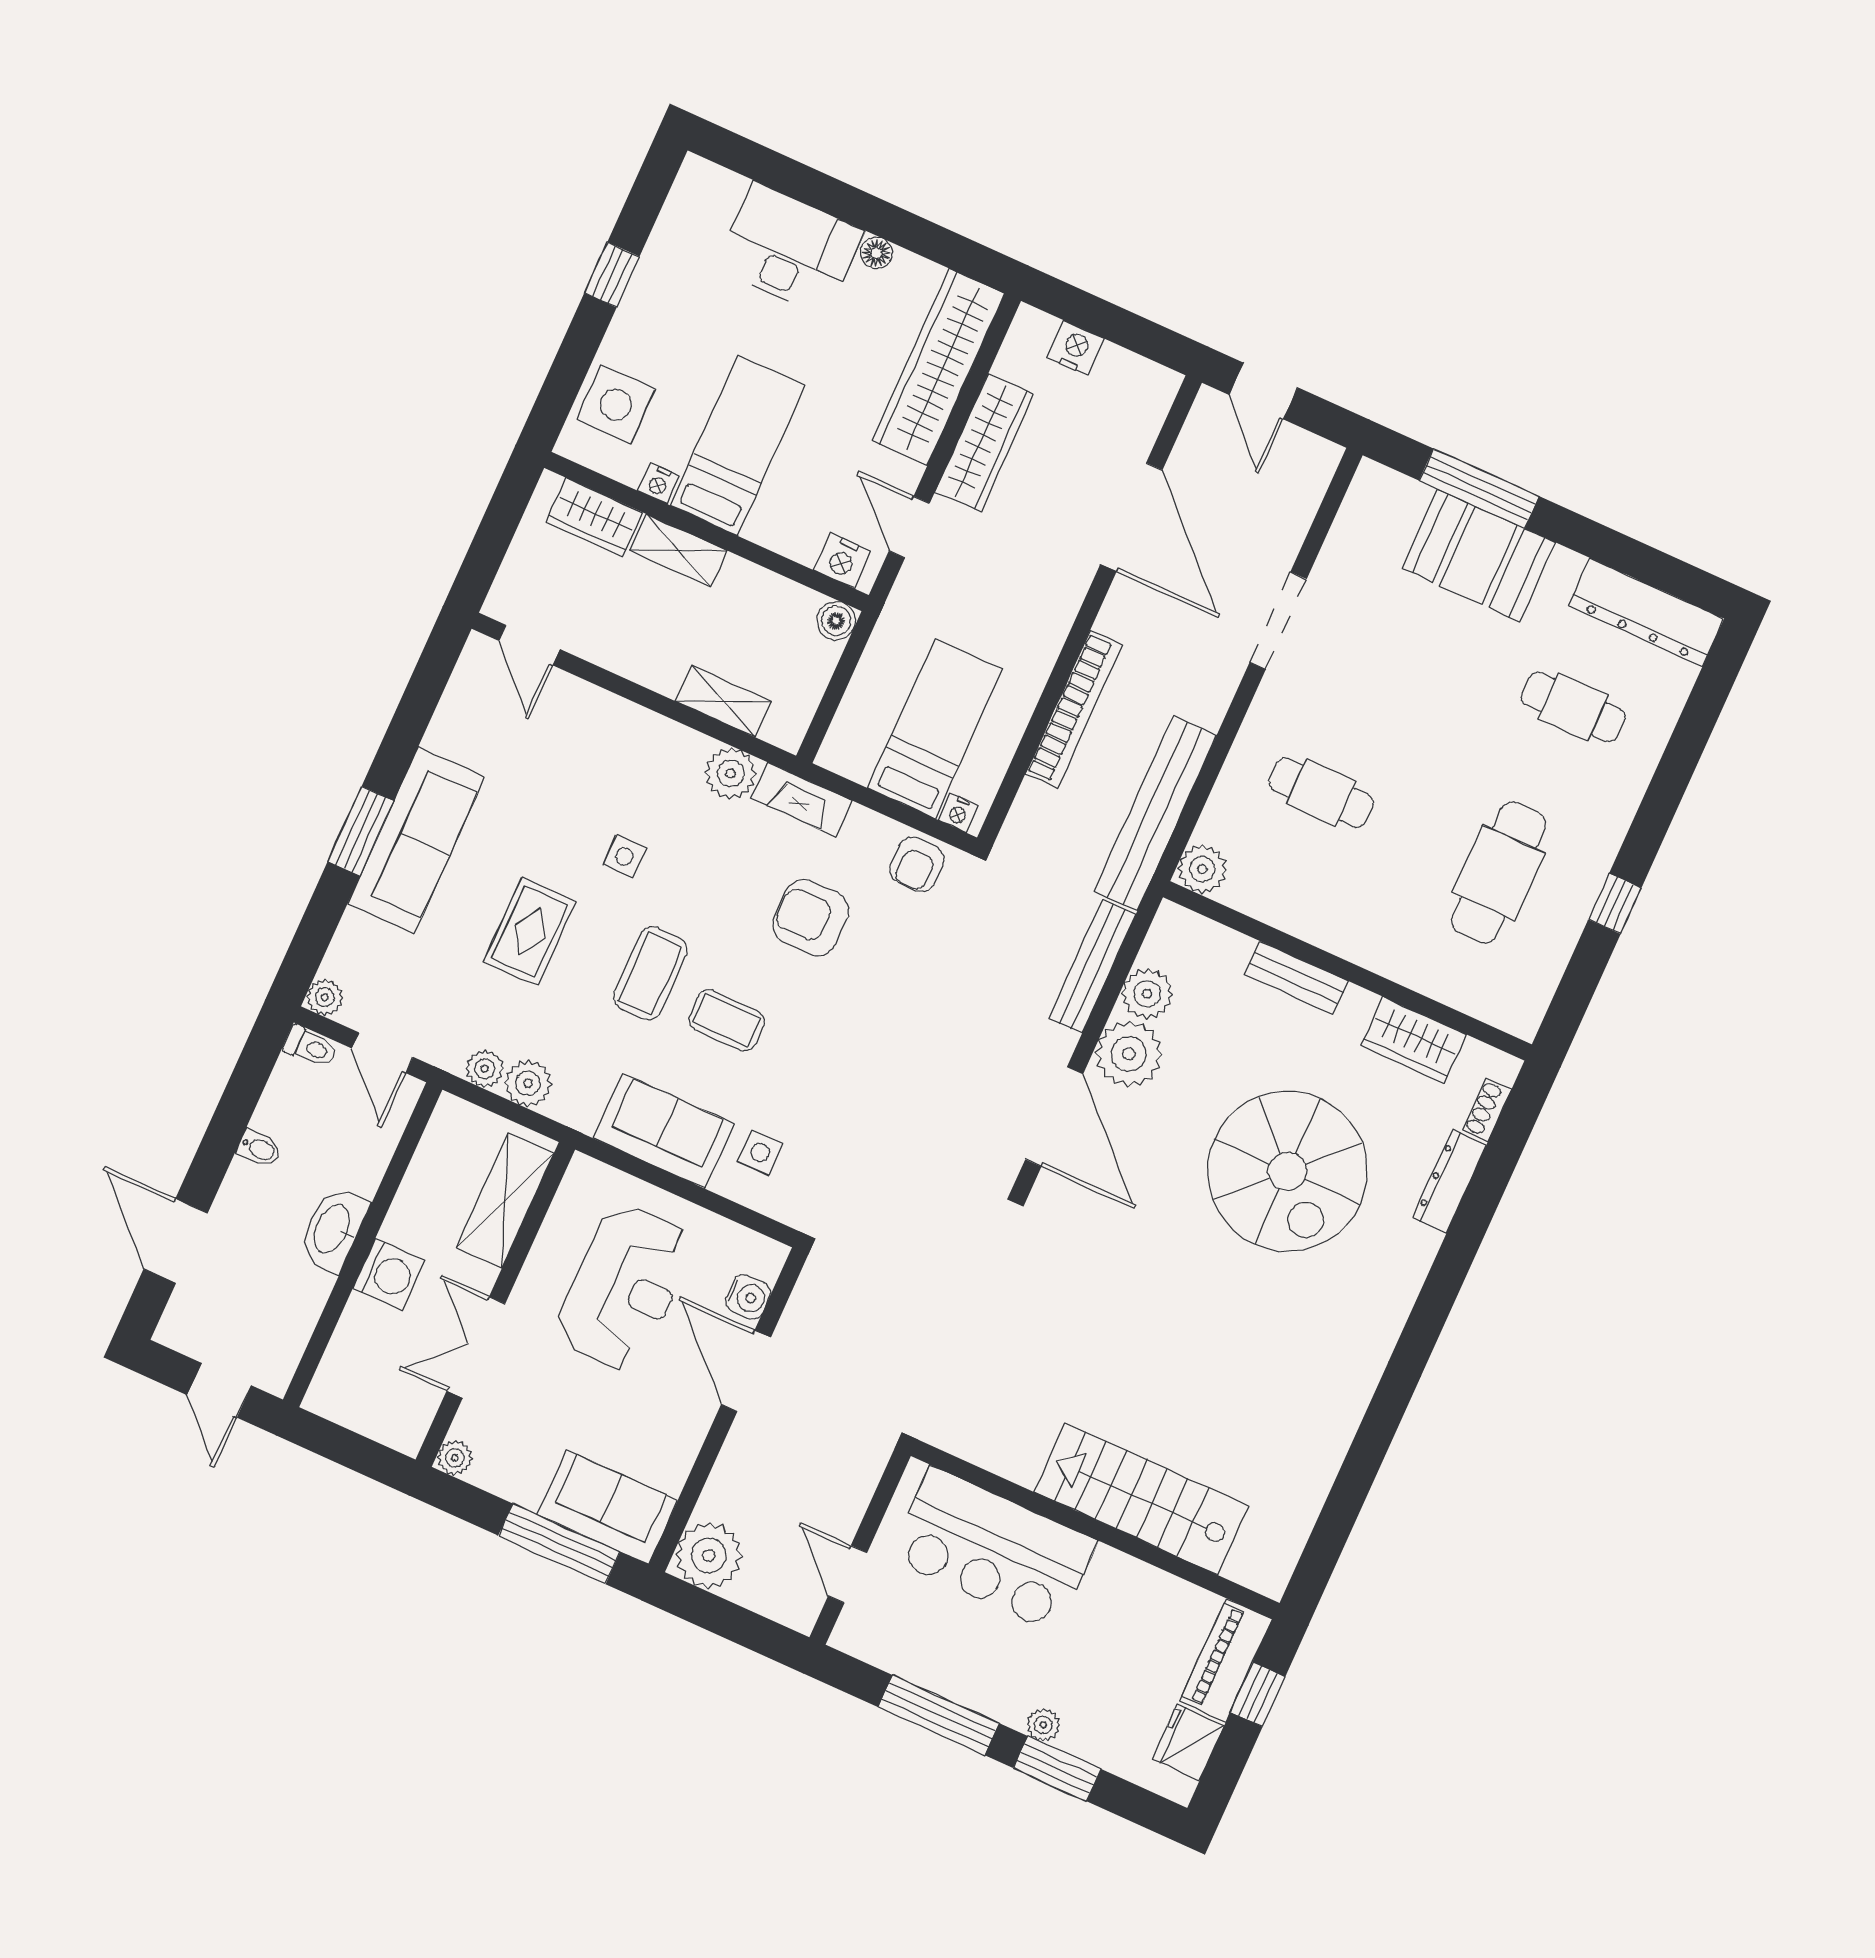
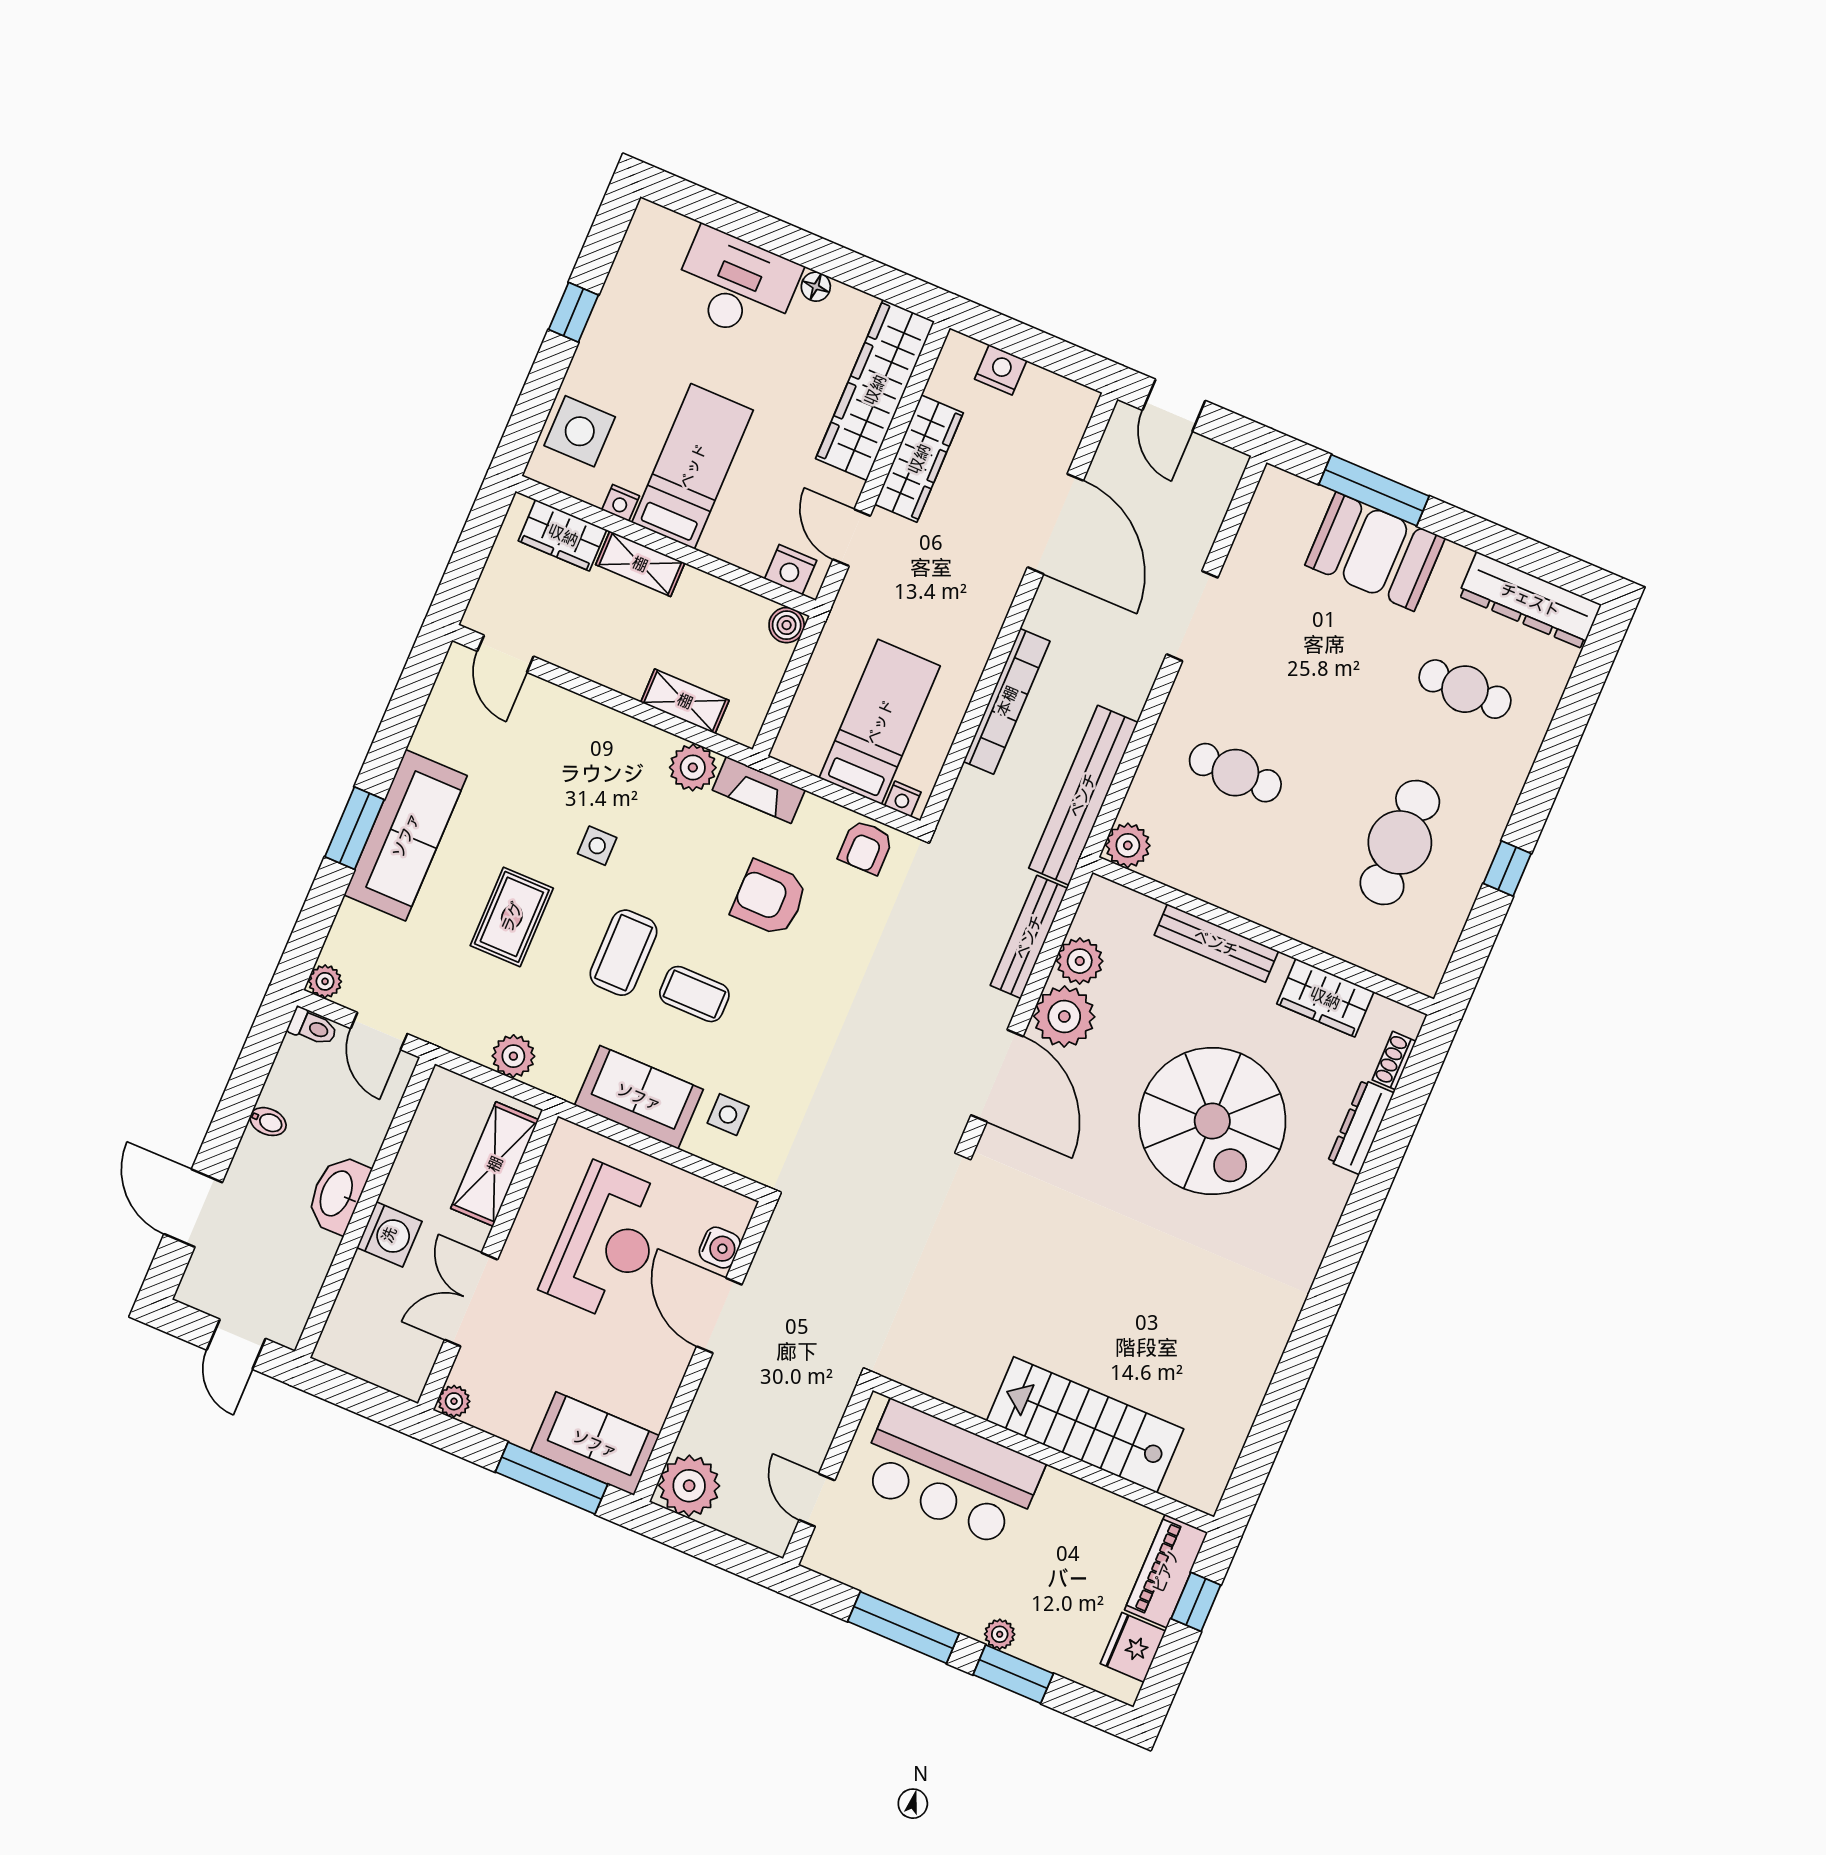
bench: (1296, 978) -> (1216, 943), width x1.36
plant: (485, 1069) -> (473, 1044), removed

